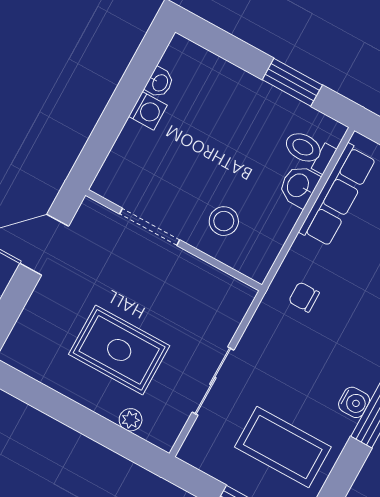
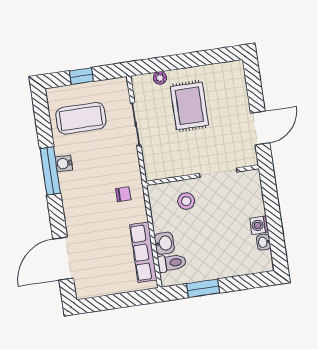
rug: (119, 350) -> (189, 106), turned 90

